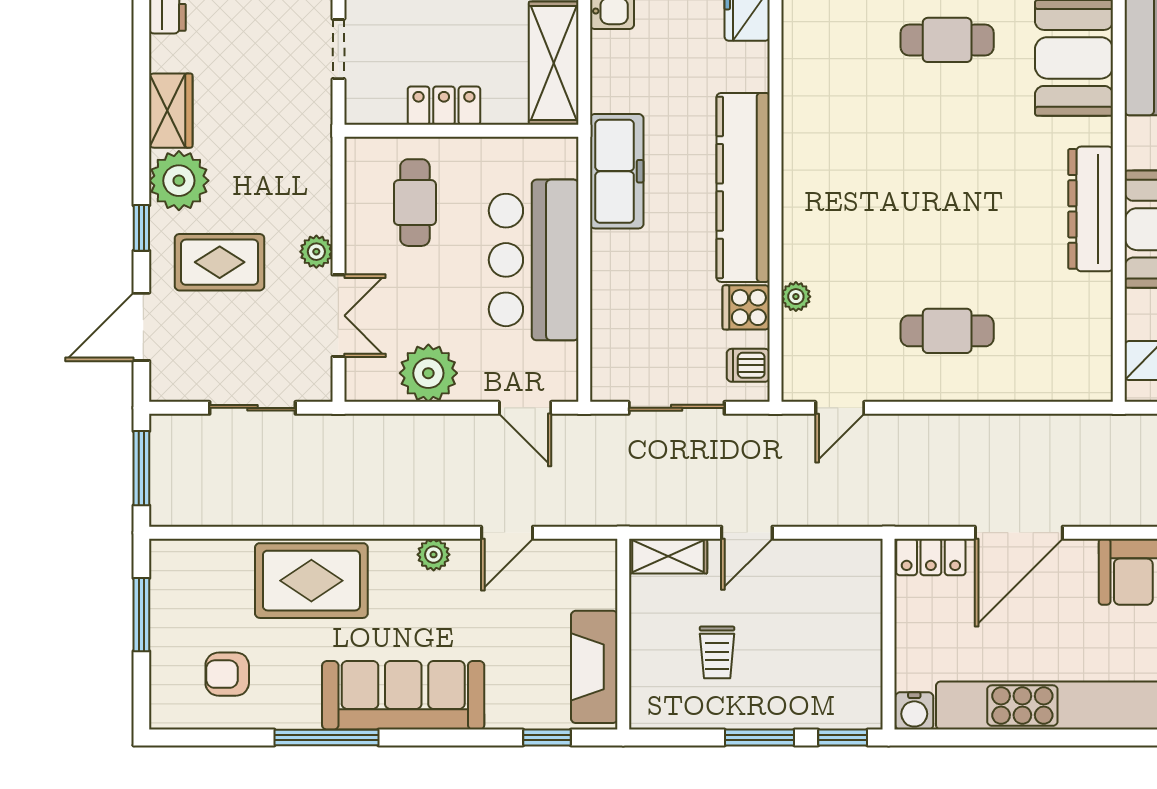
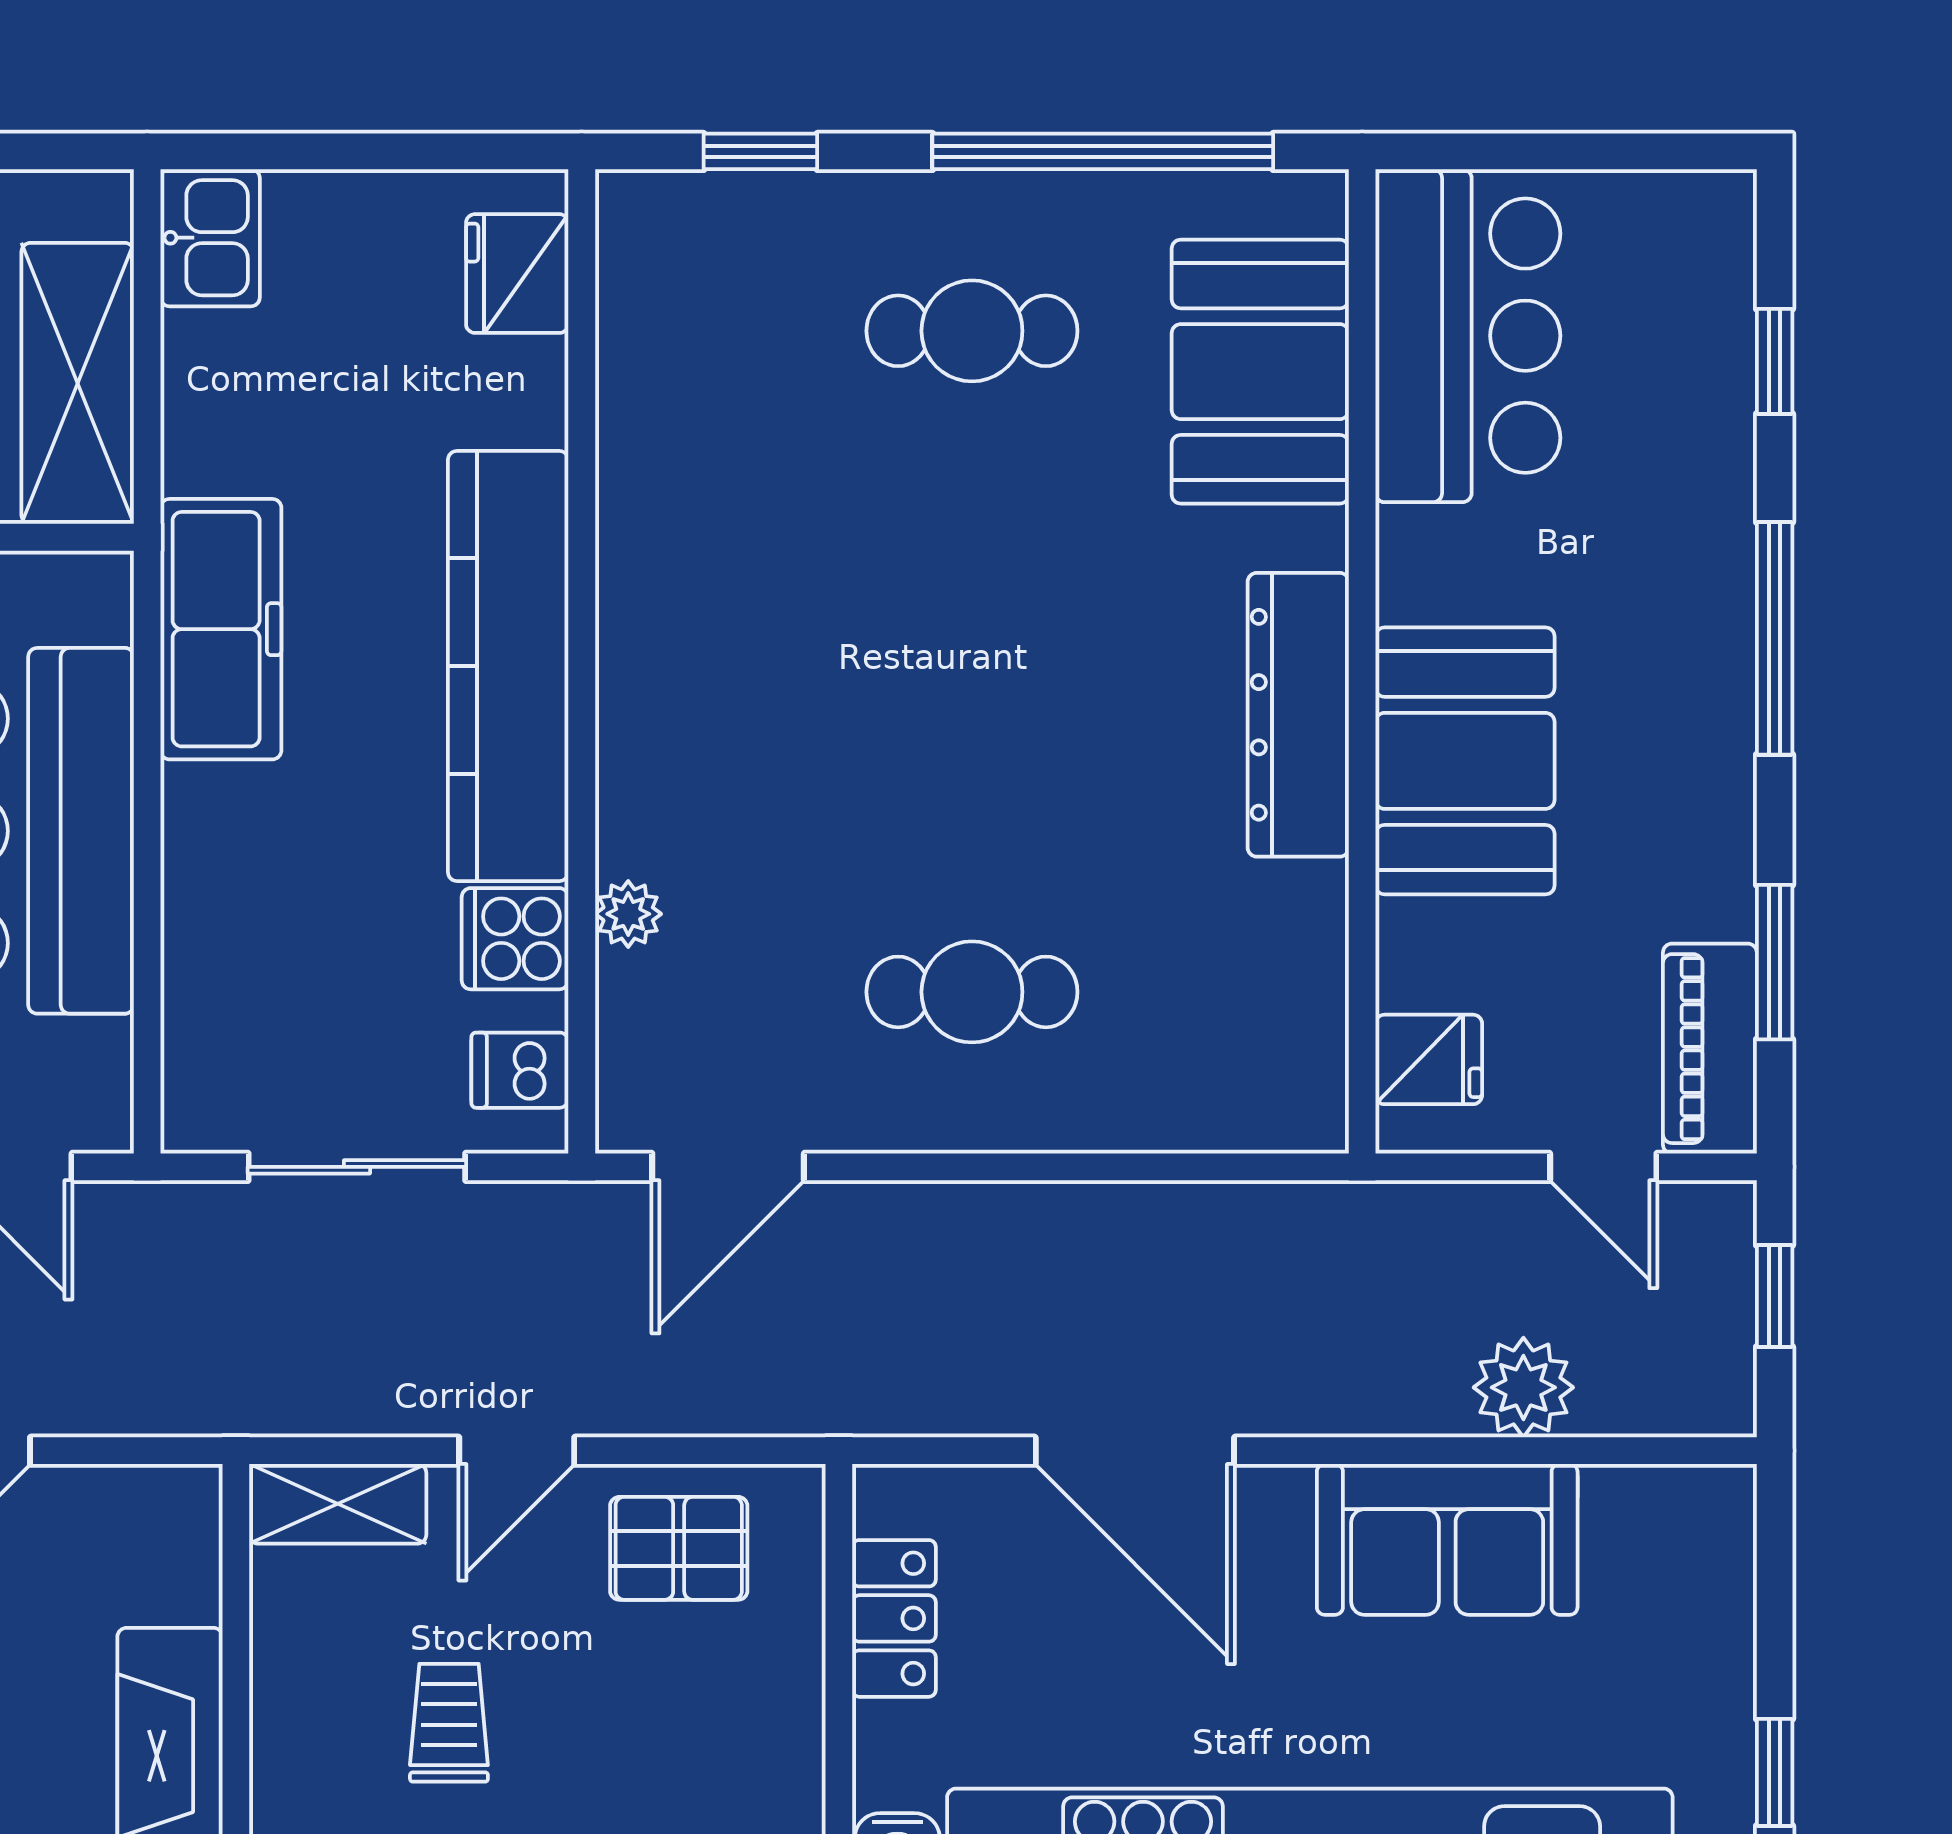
door: (840, 408) -> (728, 1167), width x1.38
door: (1019, 533) -> (1135, 1451), hinge flipped
locker: (931, 557) -> (894, 1618), moved, turned -90
pallet: (818, 576) -> (679, 1548), added
trolley: (717, 652) -> (449, 1723), turned 180

